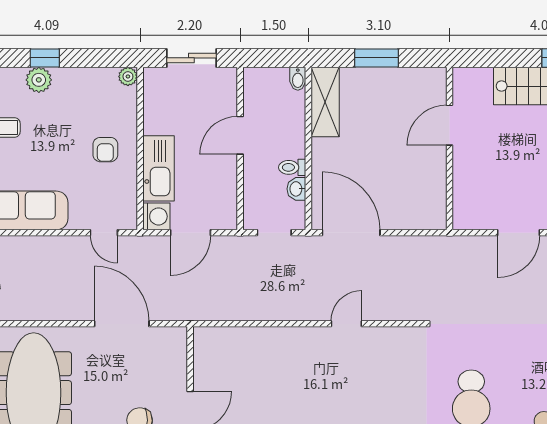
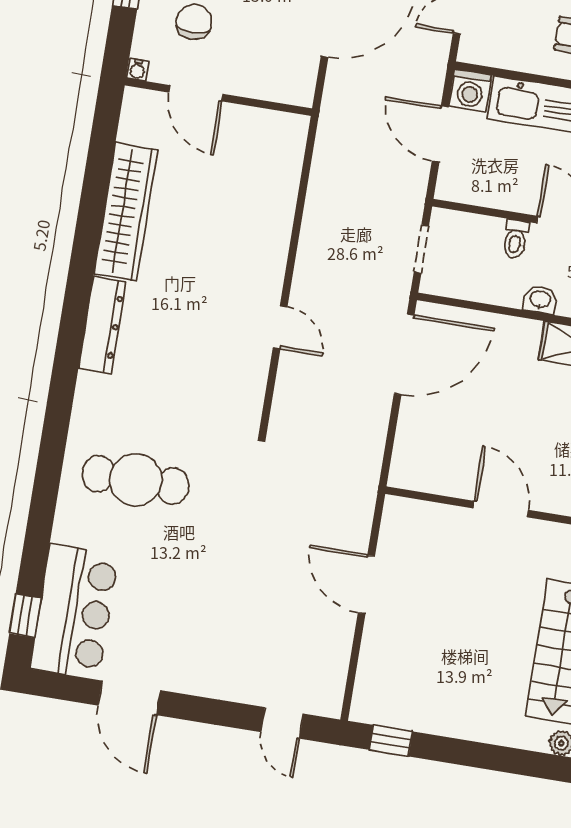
door: (450, 125) -> (501, 509), moved
toilet: (292, 167) -> (515, 239), moved, turned 180
washbasin: (296, 189) -> (540, 300), moved

